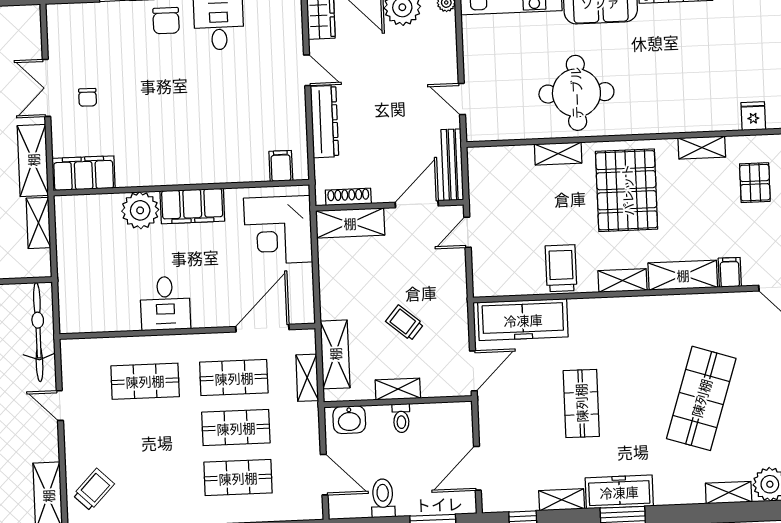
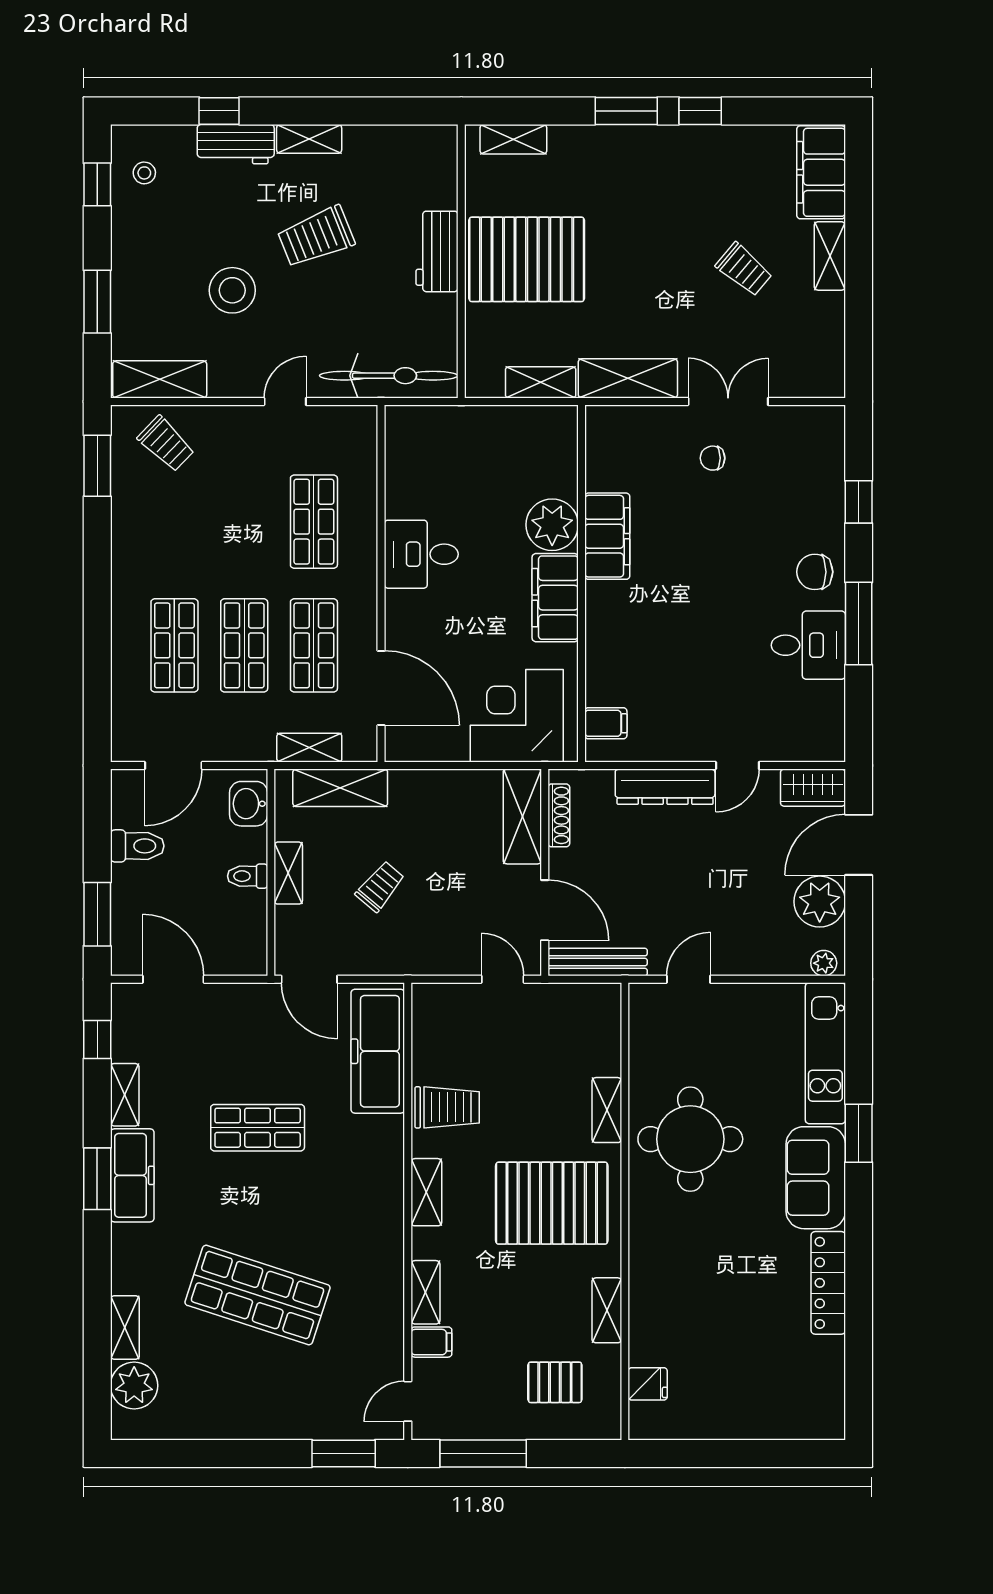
filing cabinet: (84, 173) -> (607, 536), moved
shelving: (683, 275) -> (425, 1292), width x0.67, depth x0.75

